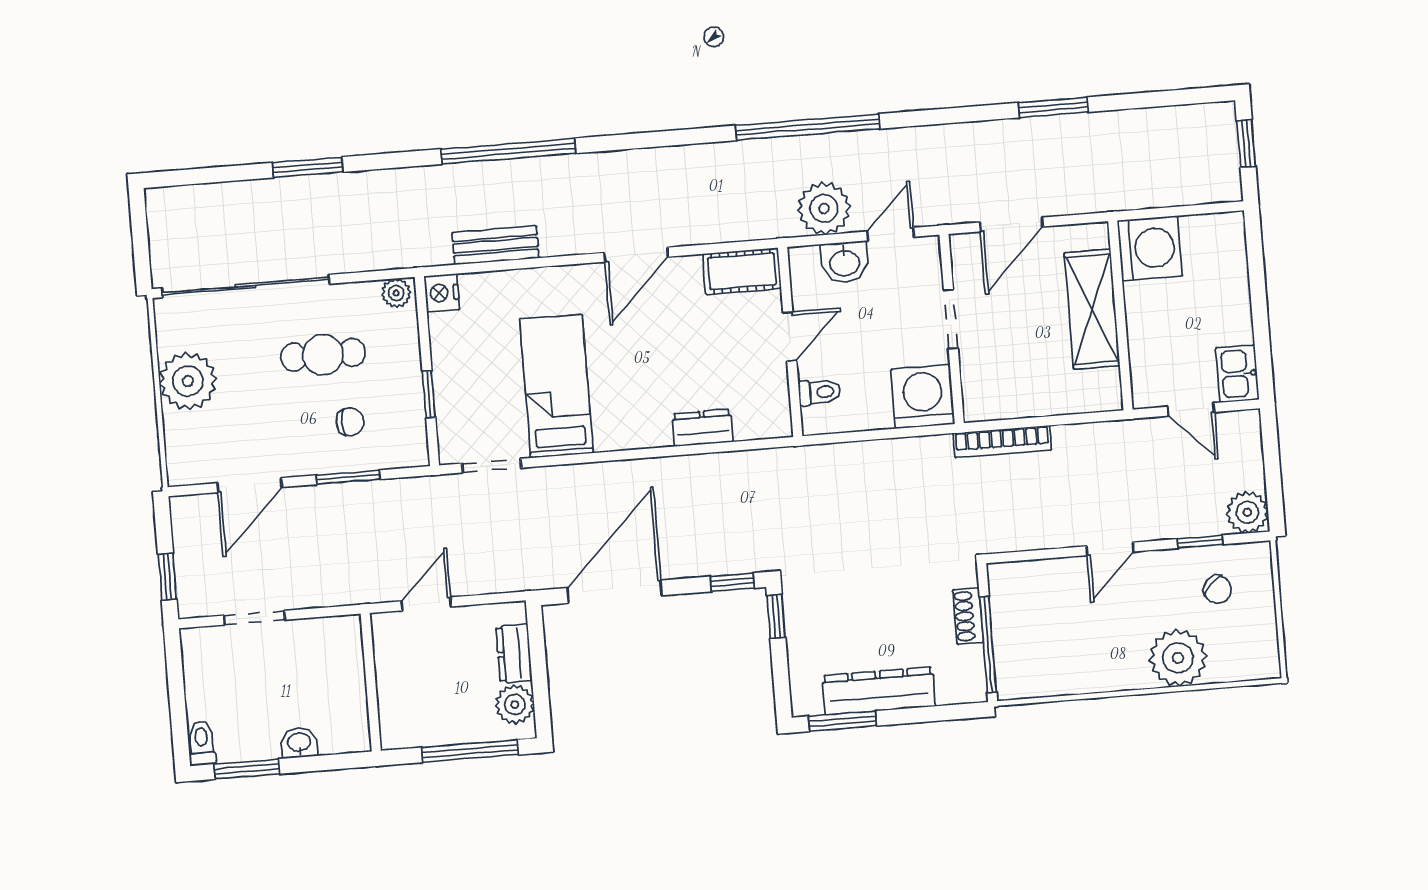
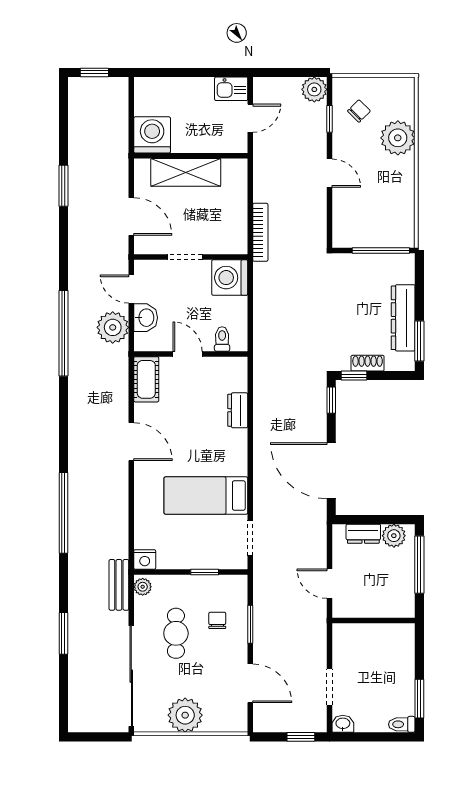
bench: (495, 245) -> (119, 585), moved
shoe rack: (968, 616) -> (368, 363), moved, turned 180
washbasin: (299, 743) -> (343, 724), moved, turned 90

